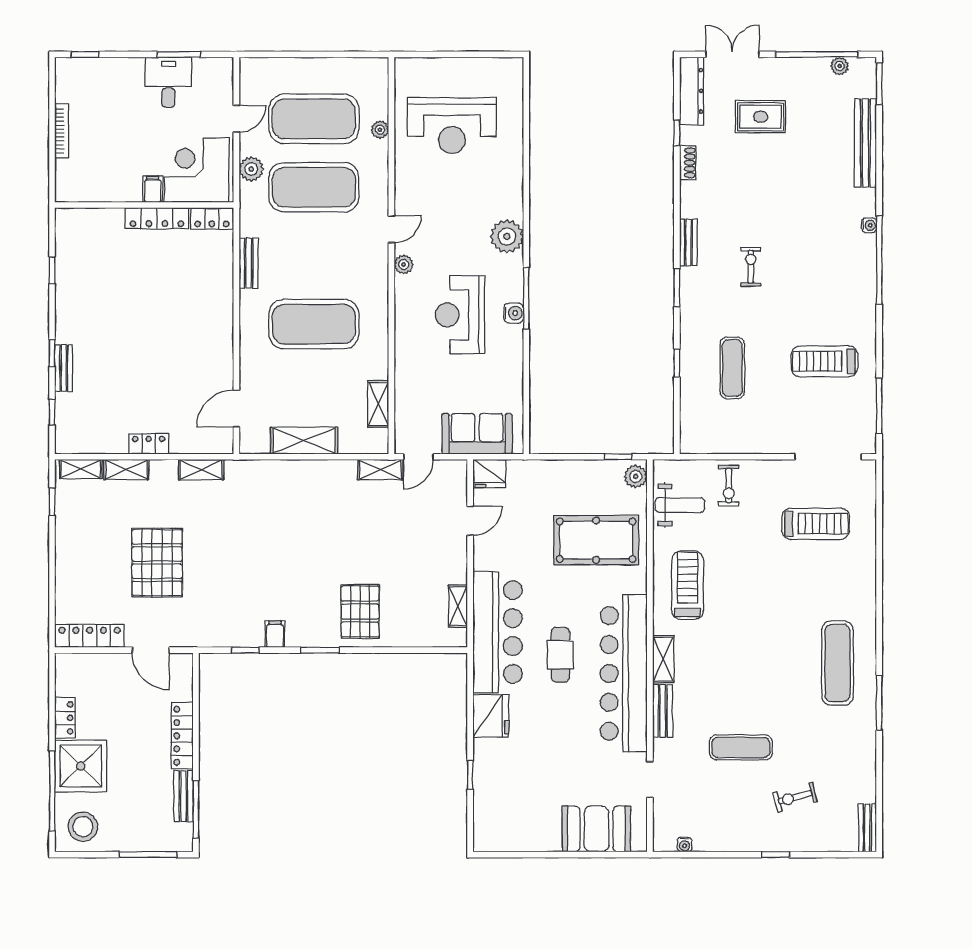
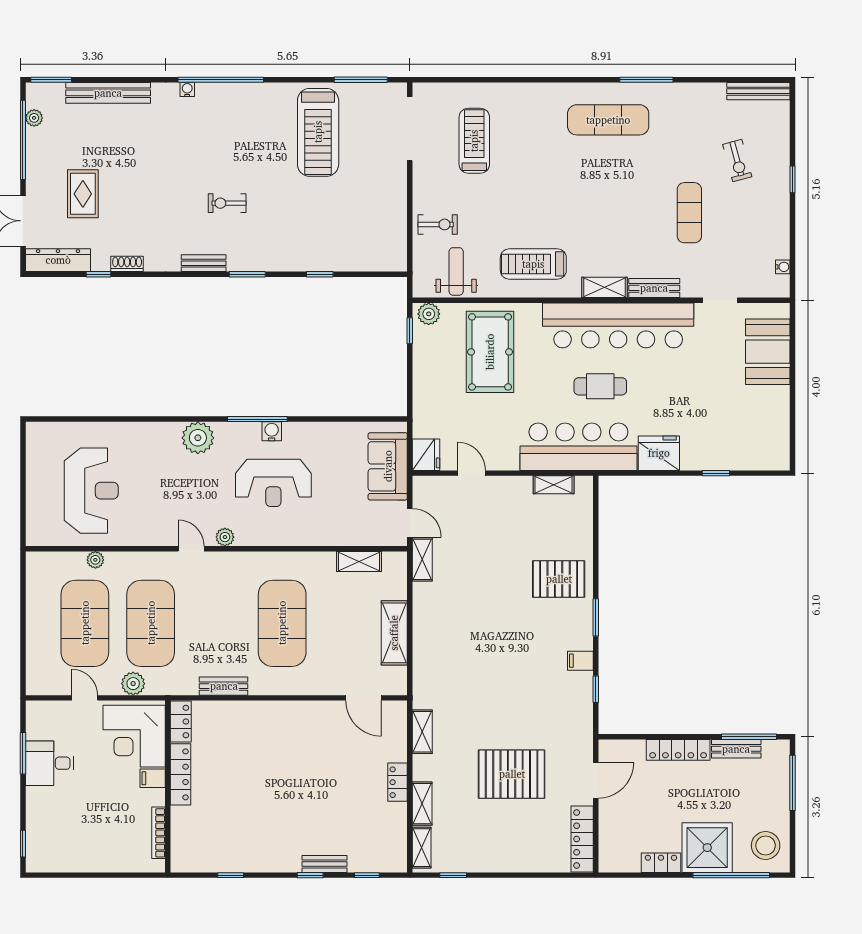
bookcase: (62, 131) -> (159, 833), moved, turned -90
treadmill: (824, 361) -> (318, 132), width x1.37, depth x1.37
exercise mat: (732, 368) -> (325, 221), removed
bench: (867, 828) -> (758, 91), width x1.36

